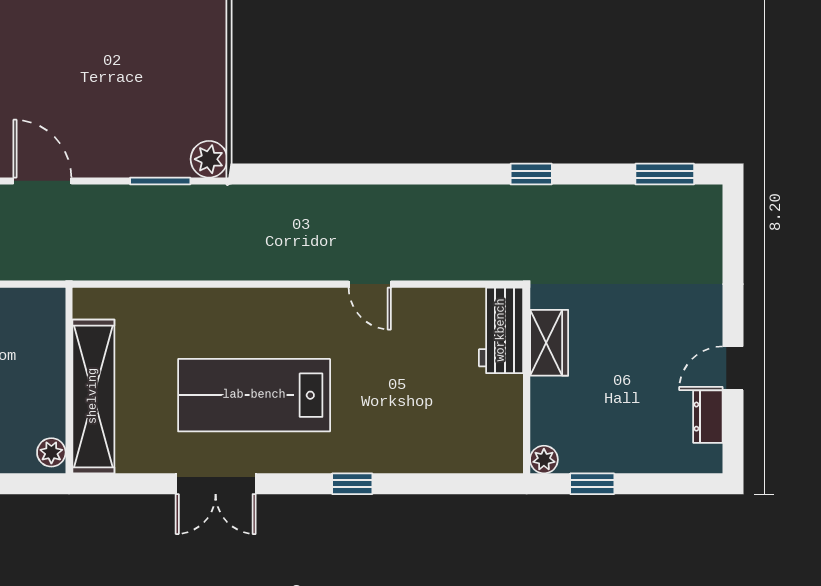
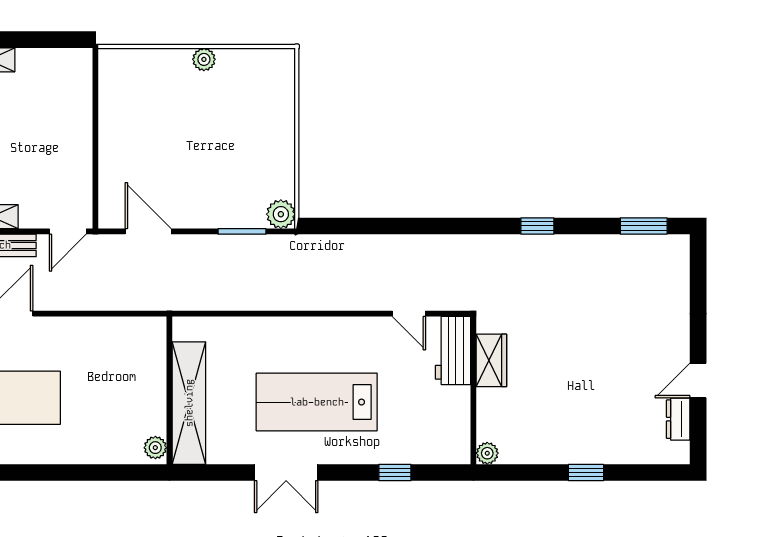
workbench: (501, 330) -> (453, 350), moved
wardrobe: (549, 343) -> (491, 360), moved
wall: (527, 381) -> (473, 390), moved
plant: (544, 460) -> (487, 453), moved

